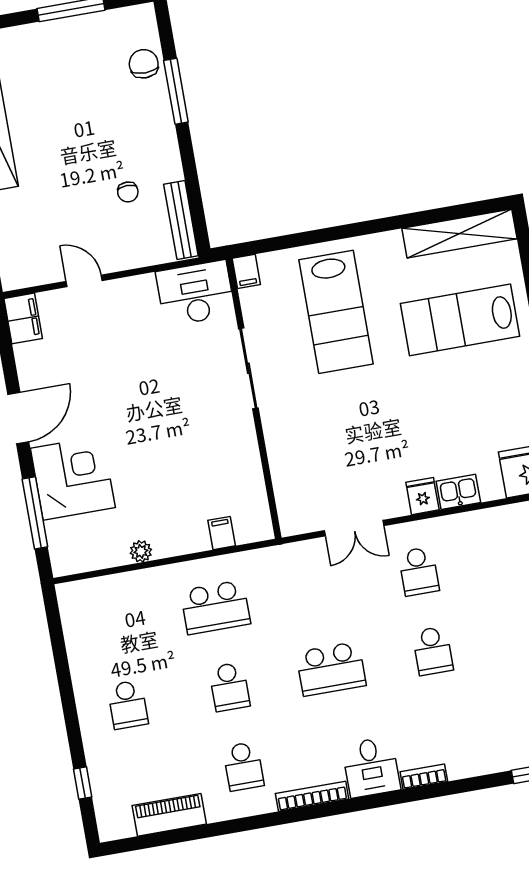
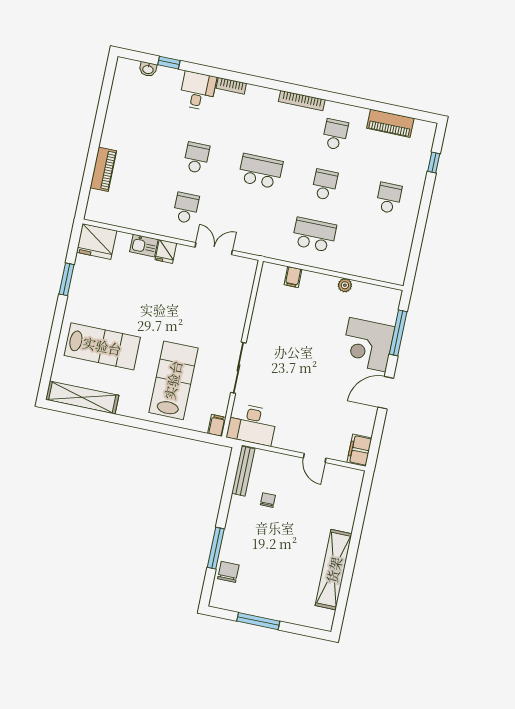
chair: (144, 64) -> (228, 572), turned 180
desk: (371, 767) -> (198, 91), moved

